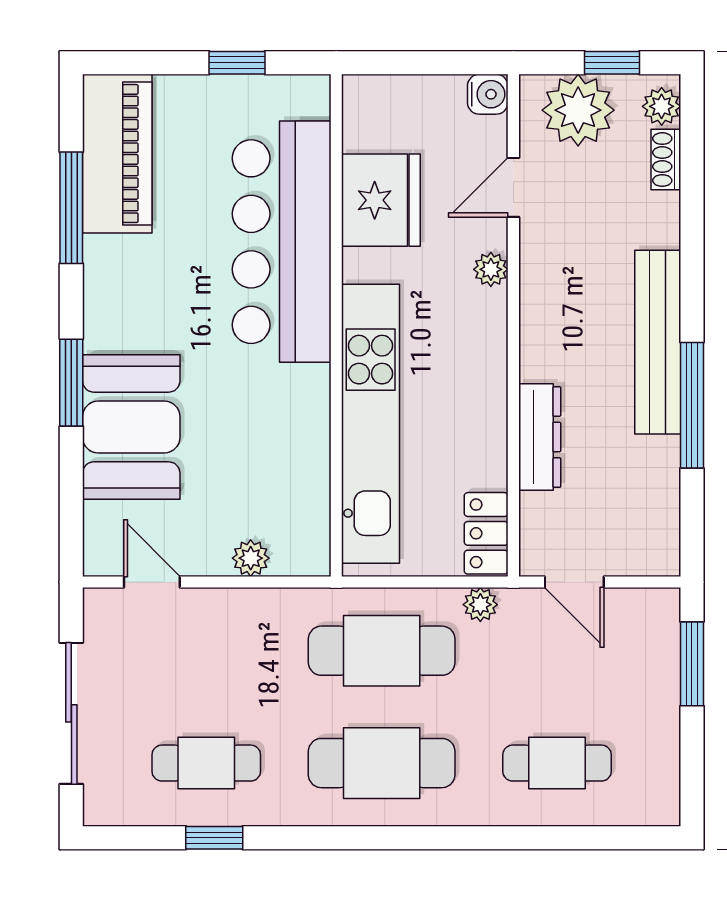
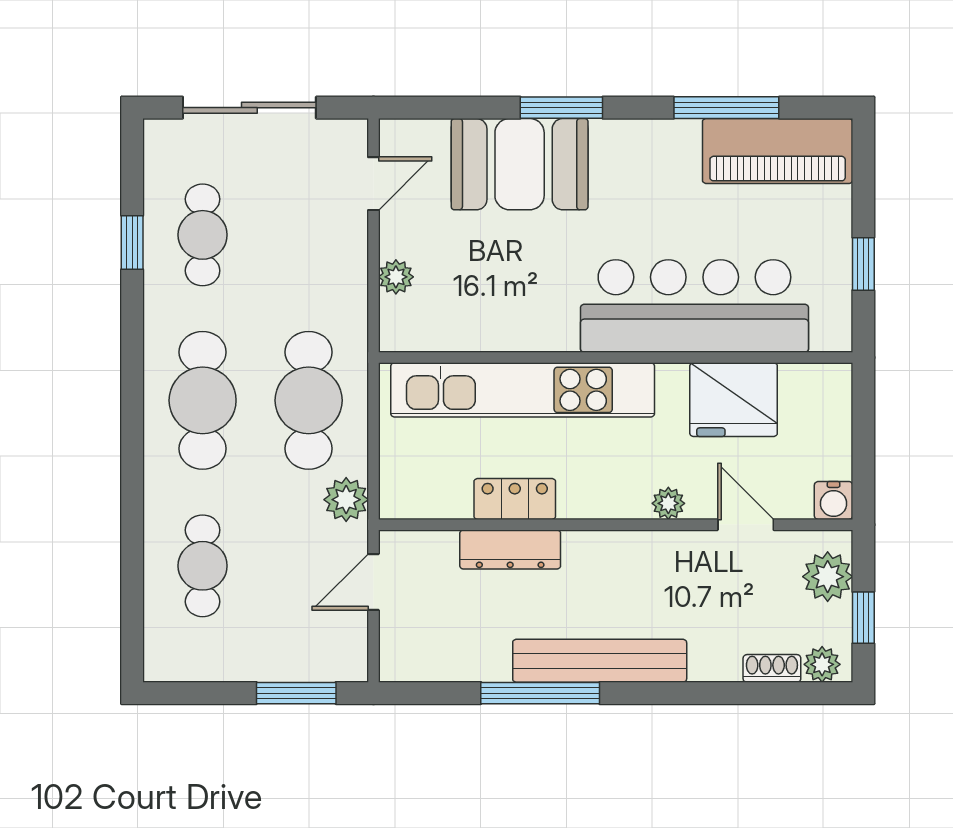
plant: (578, 110) -> (828, 577), width x0.73, depth x0.73
locker: (486, 533) -> (515, 499), moved
plant: (480, 605) -> (346, 500), width x1.38, depth x1.38

